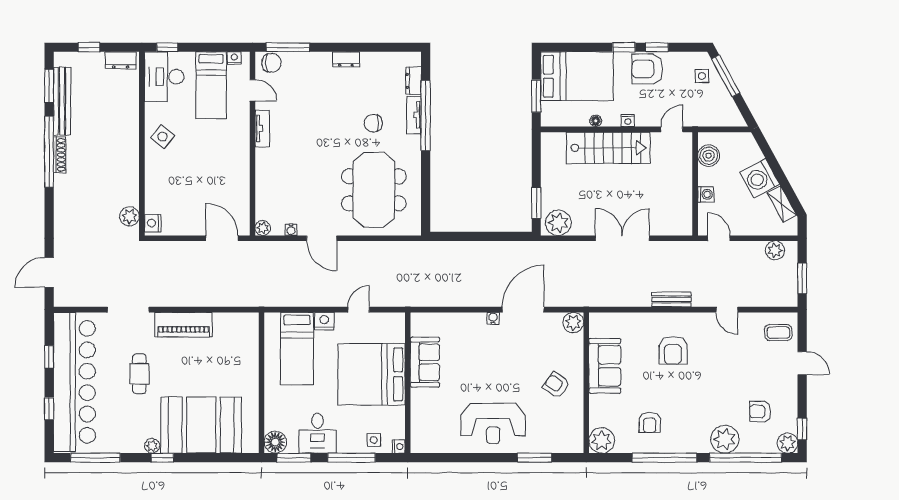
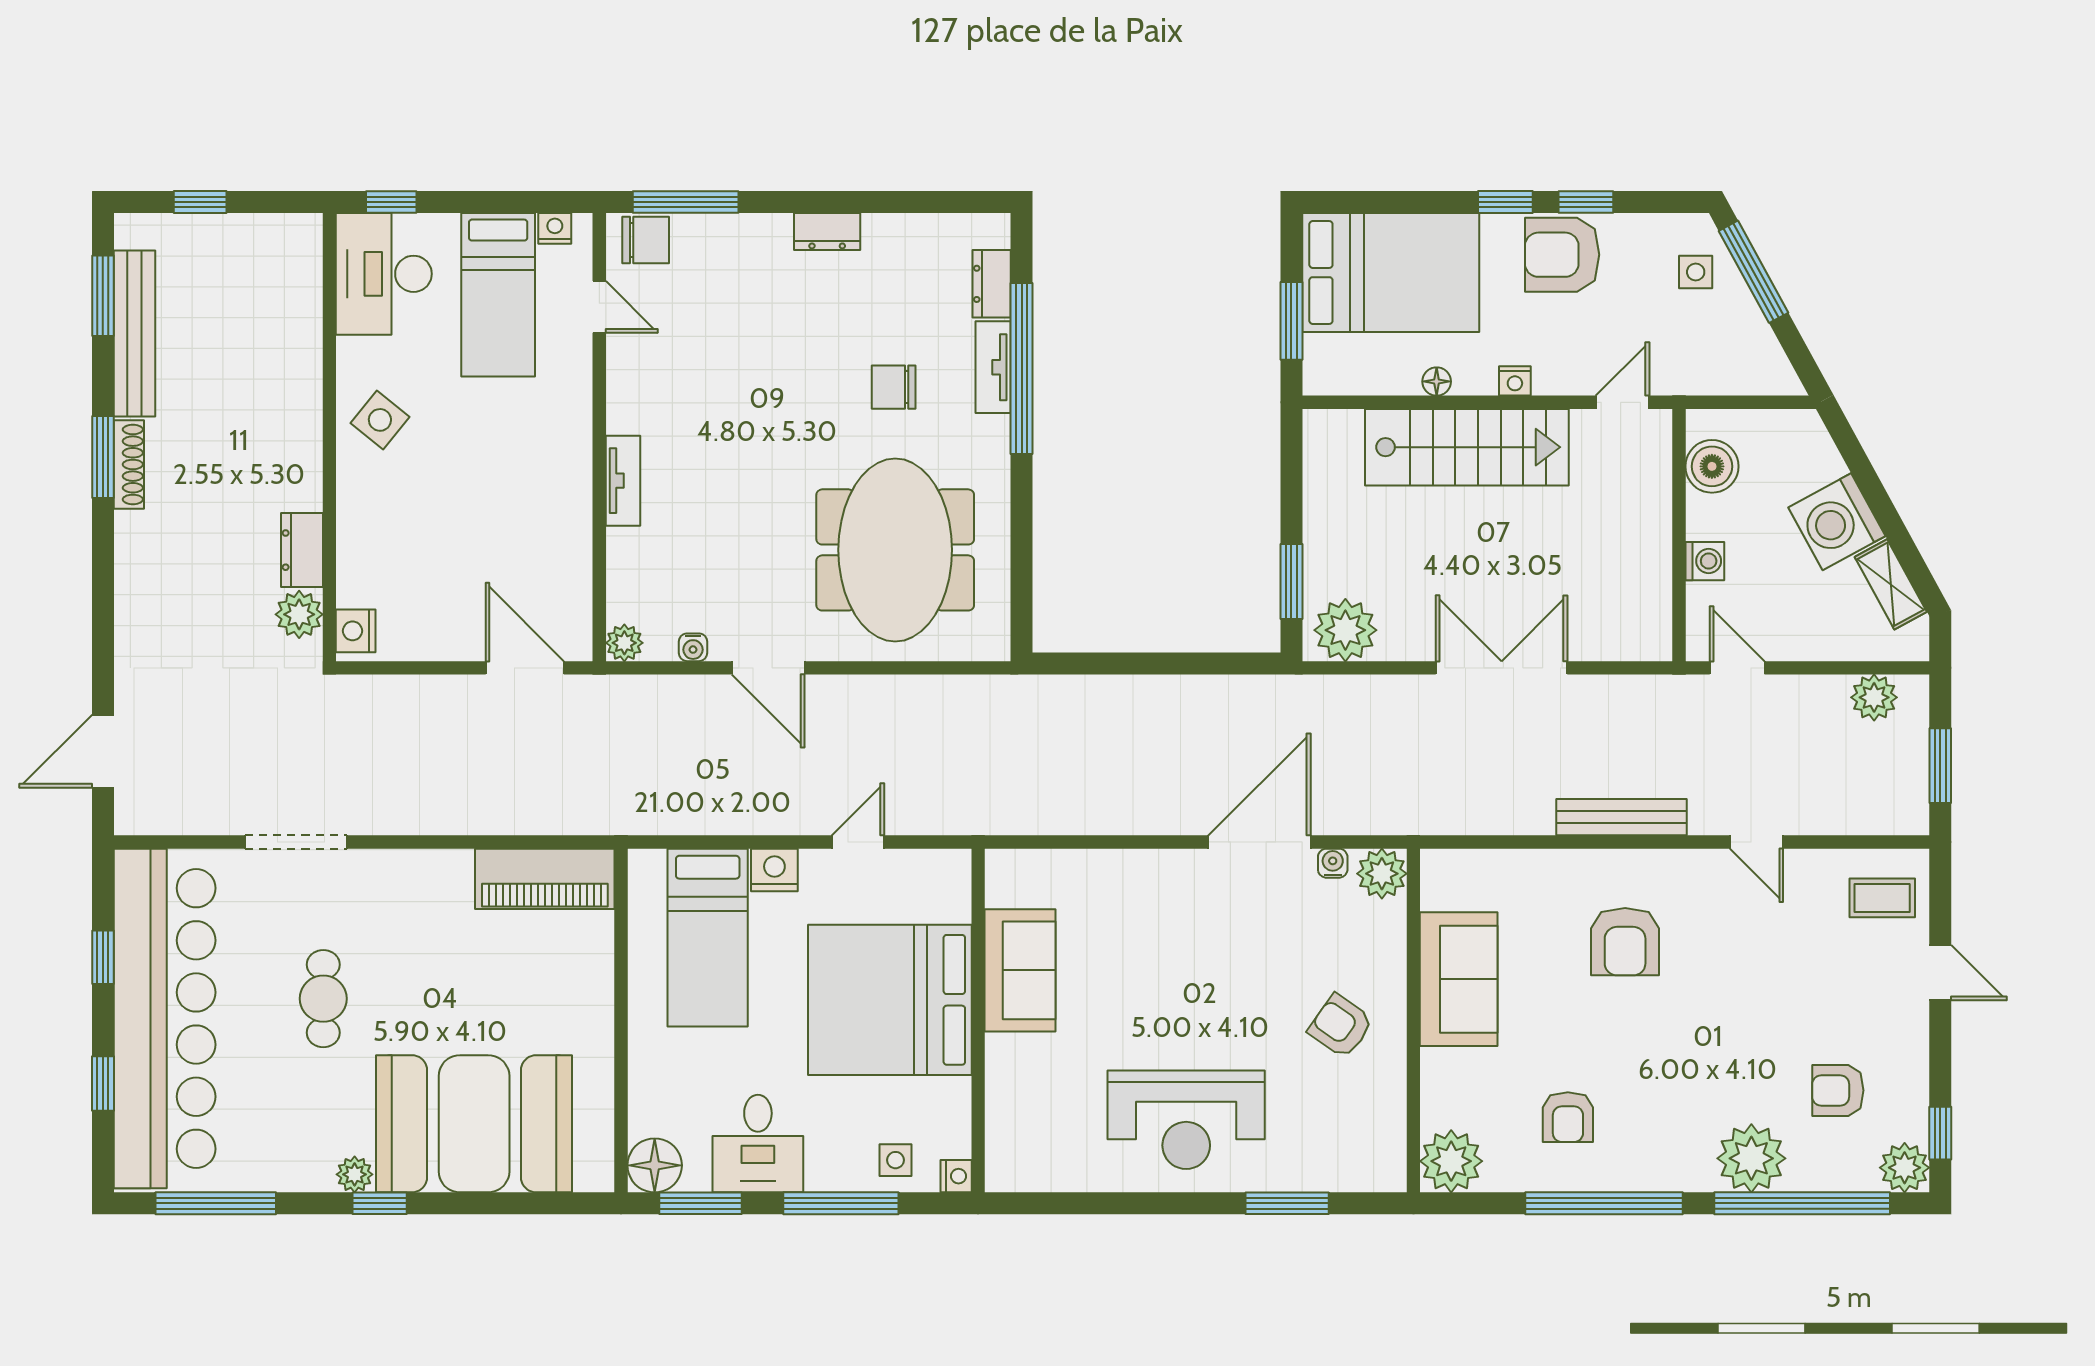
dresser: (121, 60) -> (302, 550), moved, turned 90
tv unit: (262, 128) -> (623, 481), moved
window: (49, 152) -> (103, 457), width x0.47
bench: (671, 299) -> (1621, 817), width x1.36
water cooler: (493, 318) -> (1333, 863), moved
piano: (184, 325) -> (545, 879), moved

